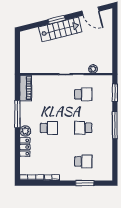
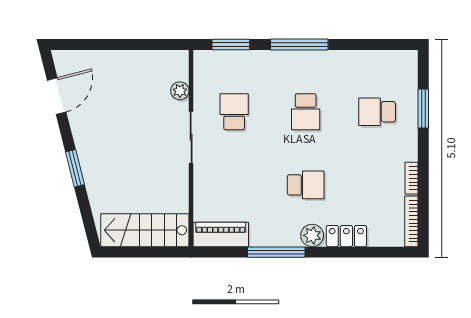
stairs: (60, 29) -> (145, 230), moved, turned -76
school desk: (49, 128) -> (306, 185), turned 90
school desk: (83, 161) -> (377, 112), turned -90

